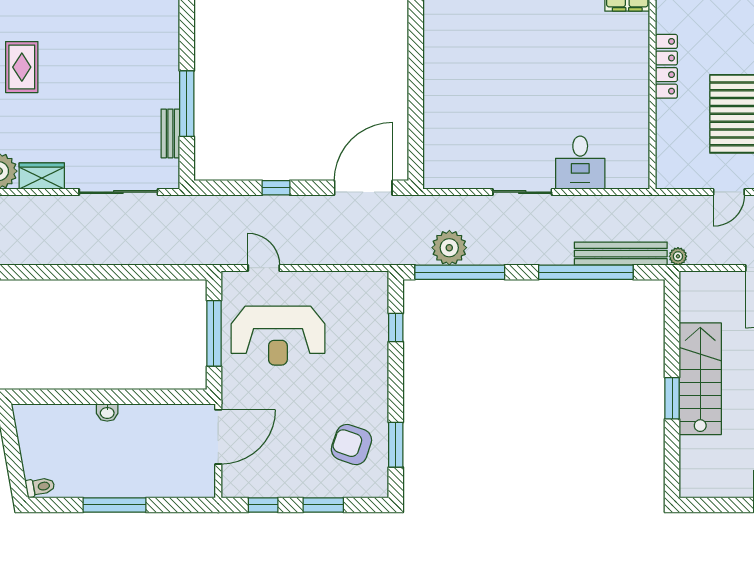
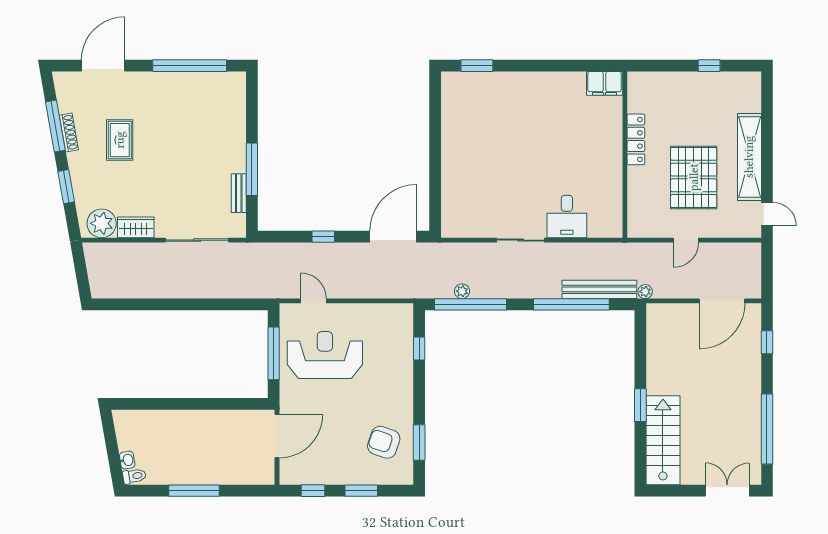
plant: (449, 248) -> (462, 291), width x0.53, depth x0.53
reception desk: (278, 336) -> (325, 355), turned 180
stairs: (700, 379) -> (663, 440), moved
washbasin: (107, 412) -> (127, 460), moved, turned -100

